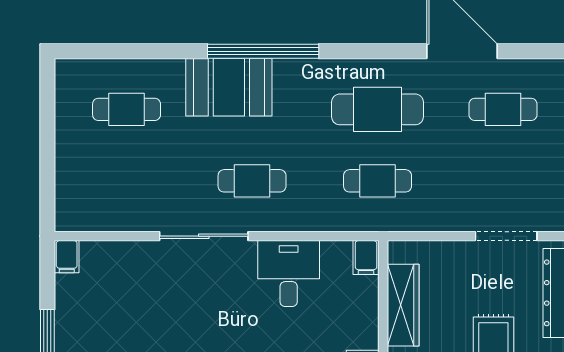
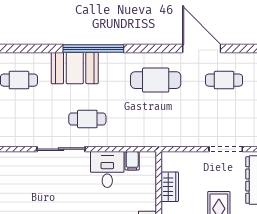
cafe table: (378, 181) -> (156, 119), removed
filing cabinet: (366, 257) -> (132, 161), moved
wardrobe: (403, 305) -> (170, 187), width x0.67

